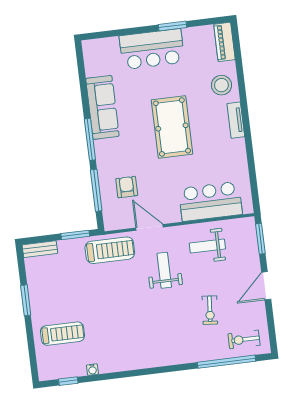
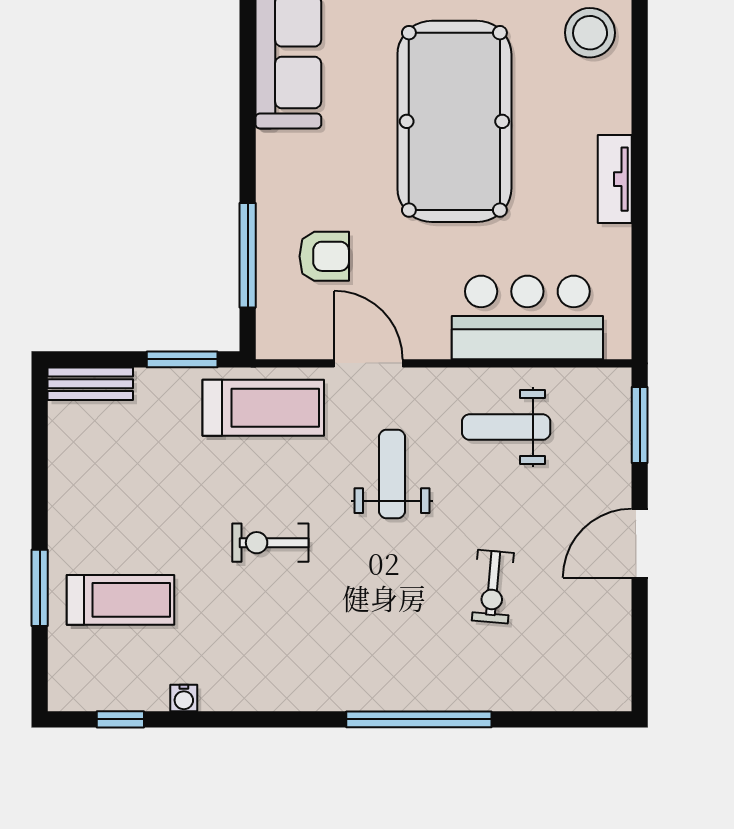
tv unit: (236, 120) -> (615, 179), moved
pool table: (172, 127) -> (454, 121), width x1.36, depth x1.32
window: (90, 139) -> (248, 127), removed
armchair: (127, 187) -> (324, 256), turned 90
window: (26, 300) -> (40, 588), moved
exercise bike: (244, 339) -> (270, 543), moved
window: (227, 362) -> (419, 719), moved

